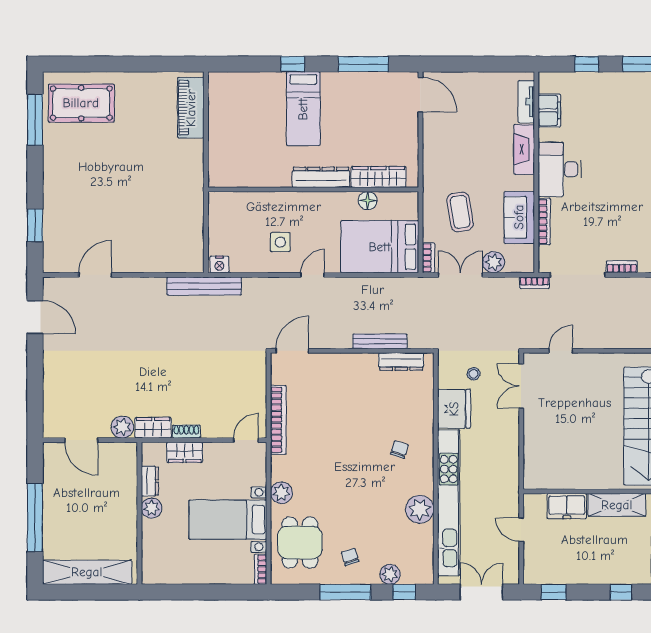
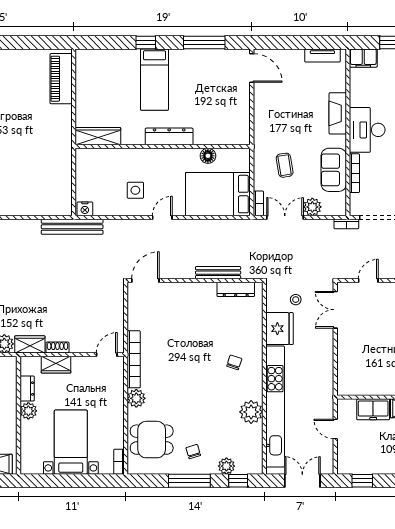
tv unit: (526, 102) -> (322, 56), moved, turned -90
filing cabinet: (549, 110) -> (363, 58), moved, turned 90
wardrobe: (379, 177) -> (98, 136), moved
coffee table: (460, 212) -> (285, 165), width x0.73, depth x0.77
bookcase: (278, 420) -> (134, 359), moved
bed with nightstands: (228, 520) -> (71, 442), moved, turned 90
dining table: (300, 542) -> (152, 440), turned 90

